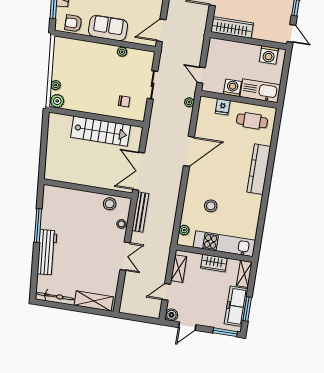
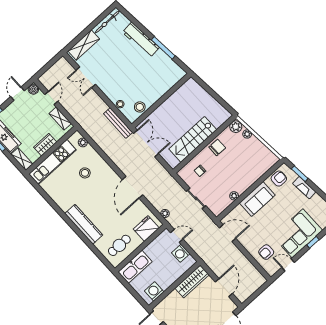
door: (161, 30) -> (228, 233), hinge flipped
washing machine: (232, 88) -> (181, 253), moved, turned 90
chair: (90, 103) -> (217, 147), added
fridge: (223, 107) -> (146, 228), width x1.88, depth x1.34
double door: (125, 256) -> (86, 77), moved

